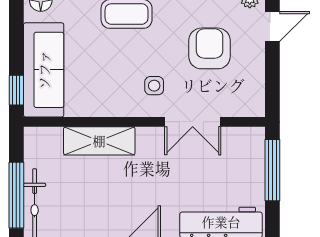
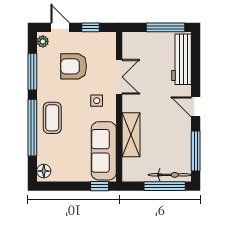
sofa: (44, 70) -> (104, 151), moved, turned -90
window: (272, 76) -> (91, 27), added
window: (272, 170) -> (165, 27), moved

